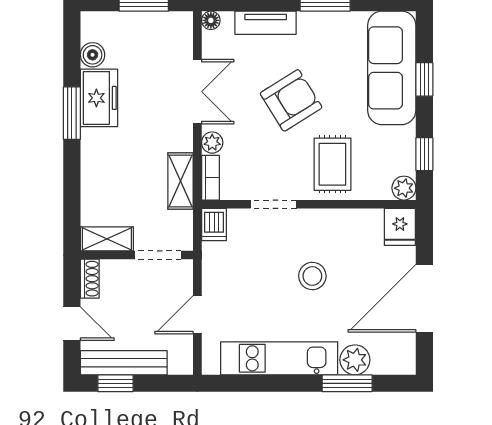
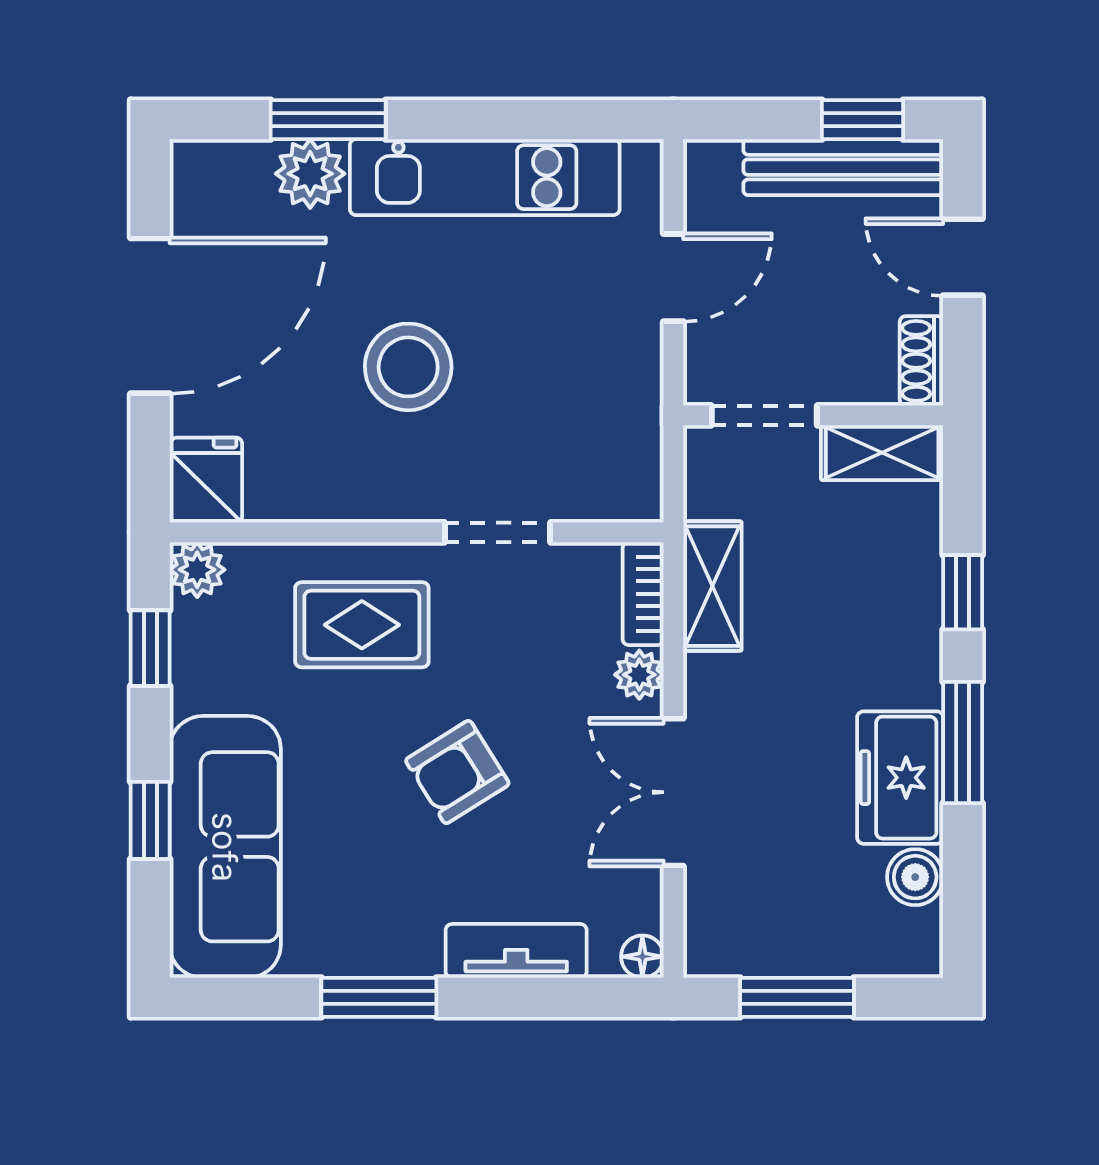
armchair: (291, 100) -> (457, 772), width x0.72, depth x0.72
rug: (332, 164) -> (362, 625), turned 90
window: (72, 178) -> (963, 592), added
dishwasher: (214, 224) -> (635, 486), removed
stool: (312, 276) -> (408, 367), width x1.38, depth x1.38

